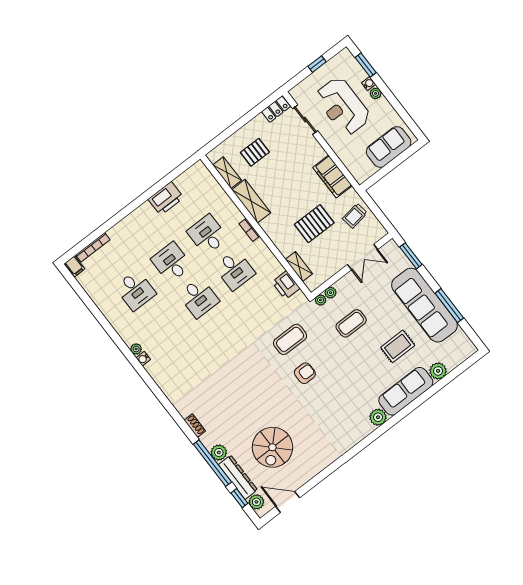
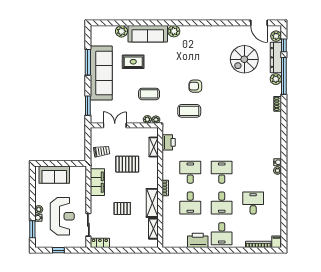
pallet: (255, 152) -> (122, 208), moved
desk: (144, 227) -> (222, 234), added
spiral stairs: (272, 447) -> (244, 59), turned 180

